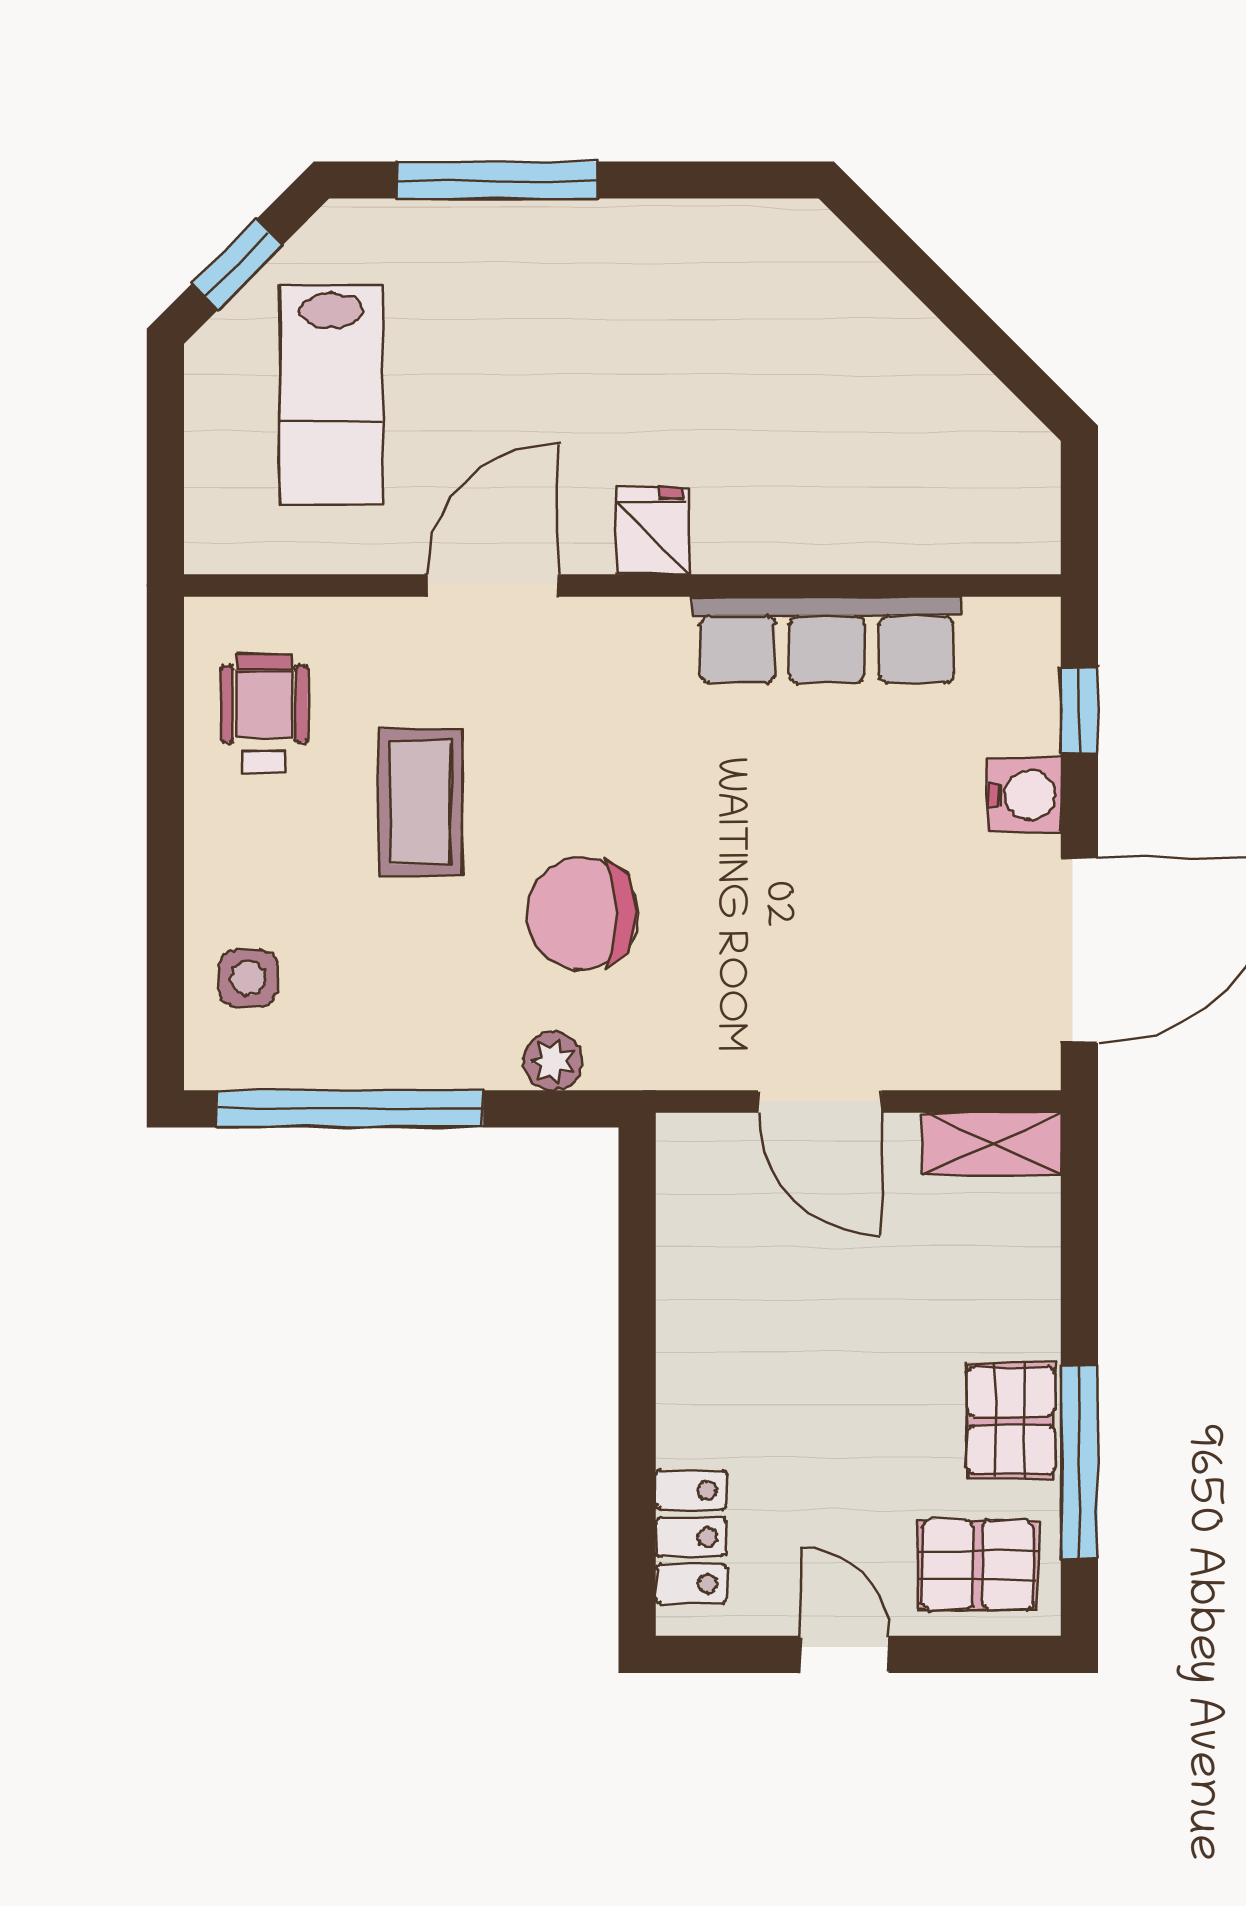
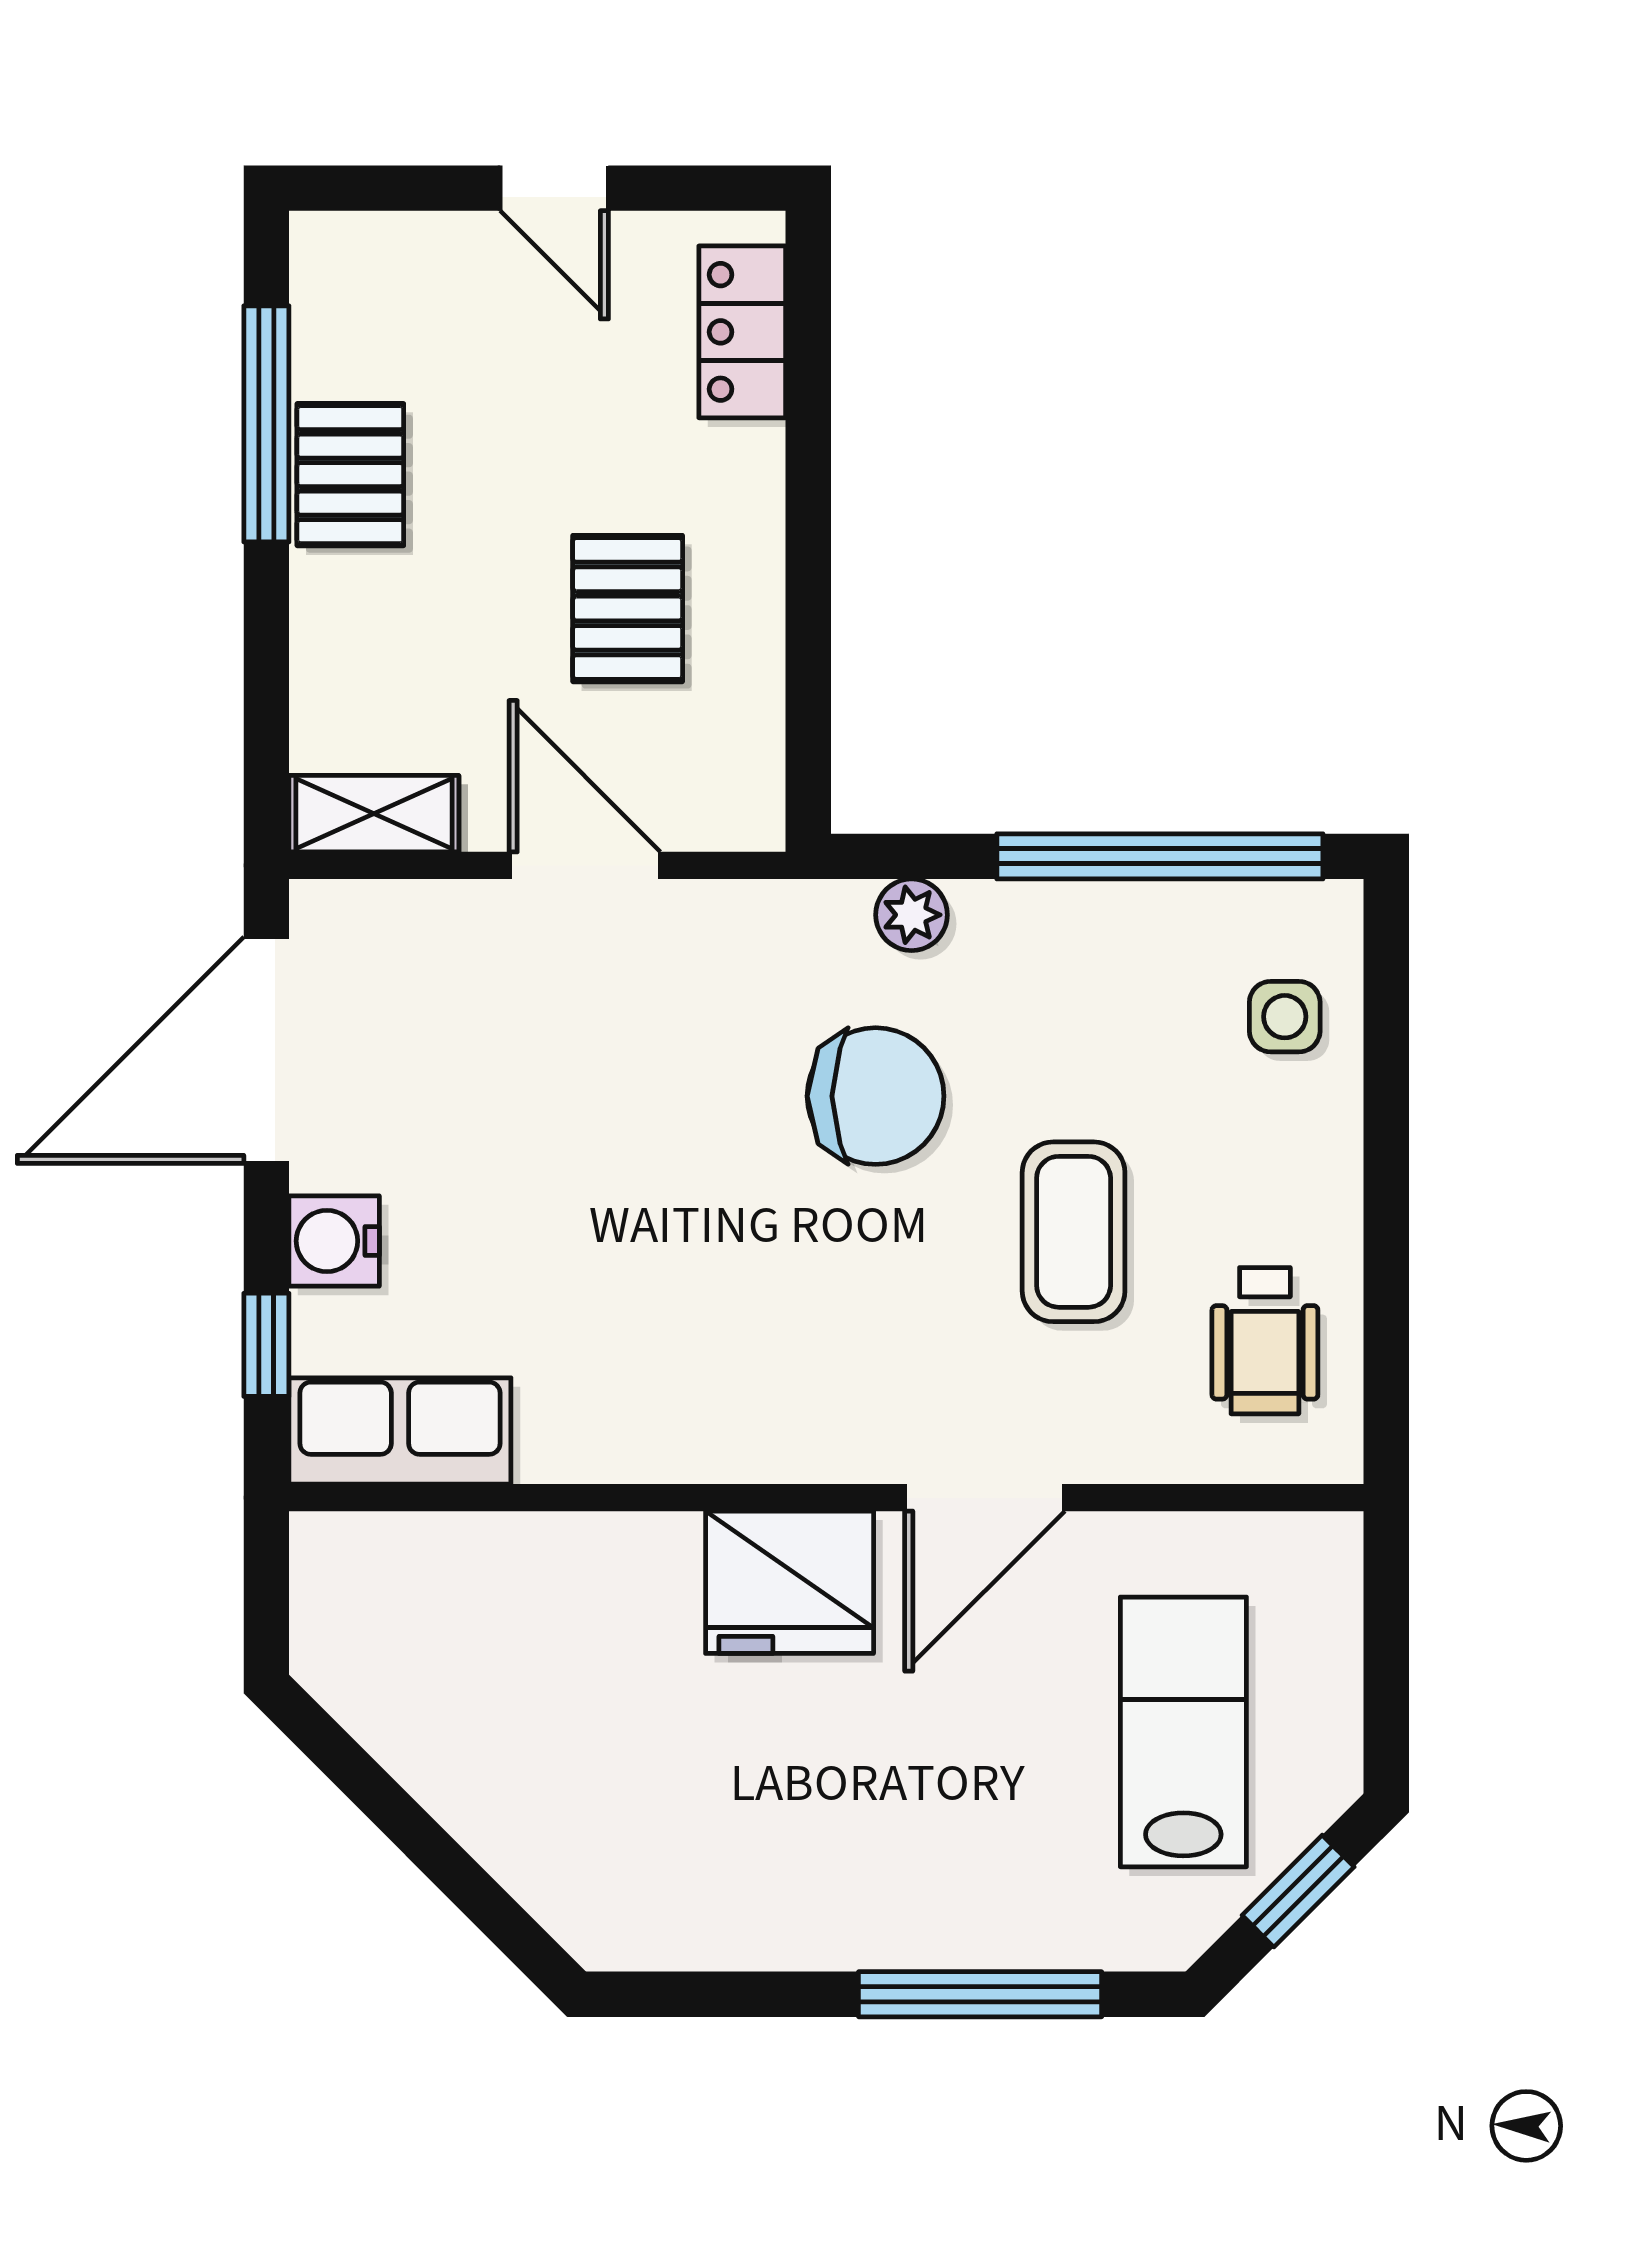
fridge: (652, 531) -> (790, 1582), width x1.88, depth x1.34
row of seats: (827, 640) -> (400, 1431), moved, width x0.68
pallet: (978, 1565) -> (628, 609), moved, turned 90

